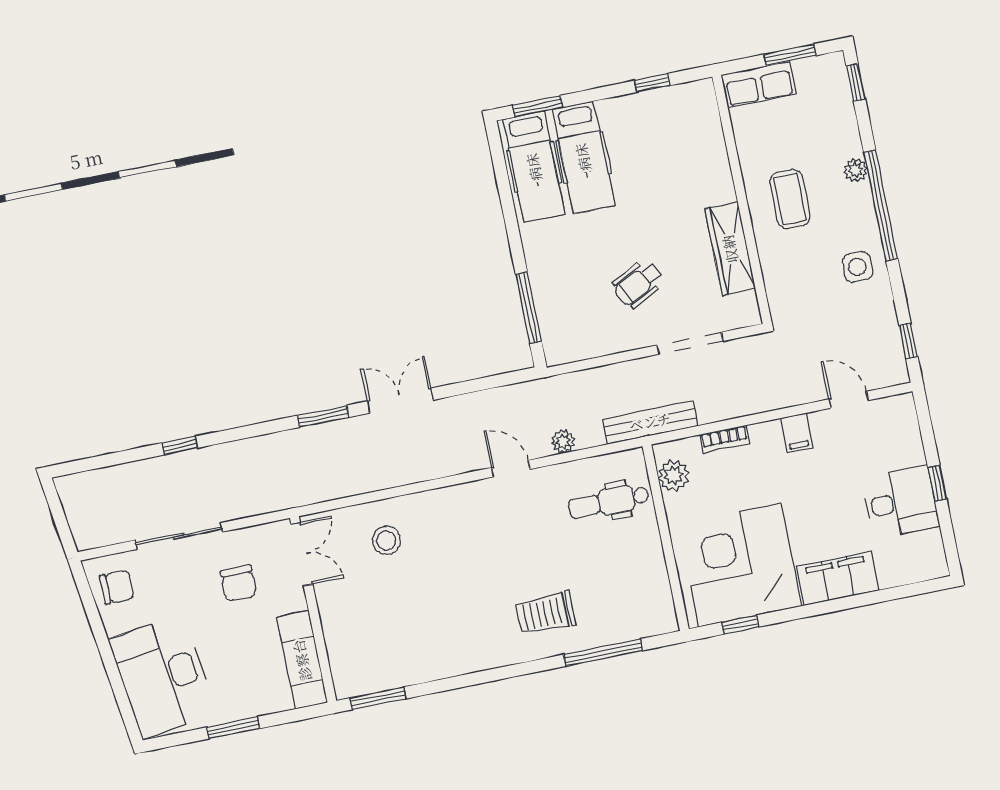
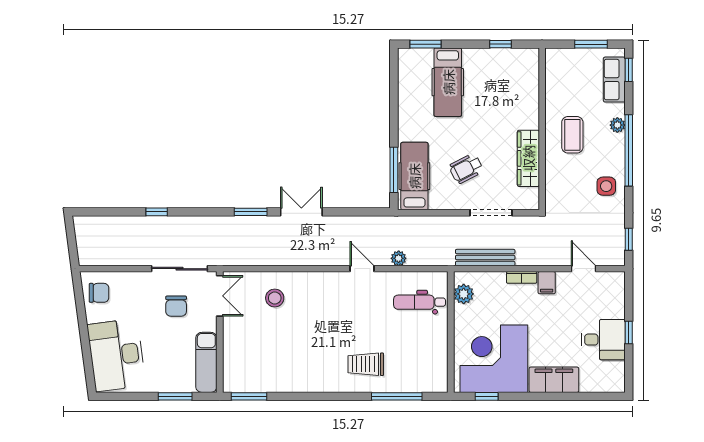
row of seats: (759, 84) -> (614, 80), moved, turned 90
hospital bed: (534, 167) -> (414, 176), moved, turned 180
bench: (650, 422) -> (485, 258), moved
bookcase: (725, 439) -> (522, 277), moved
sliding door: (179, 536) -> (179, 269), moved
window: (233, 728) -> (175, 396), moved

